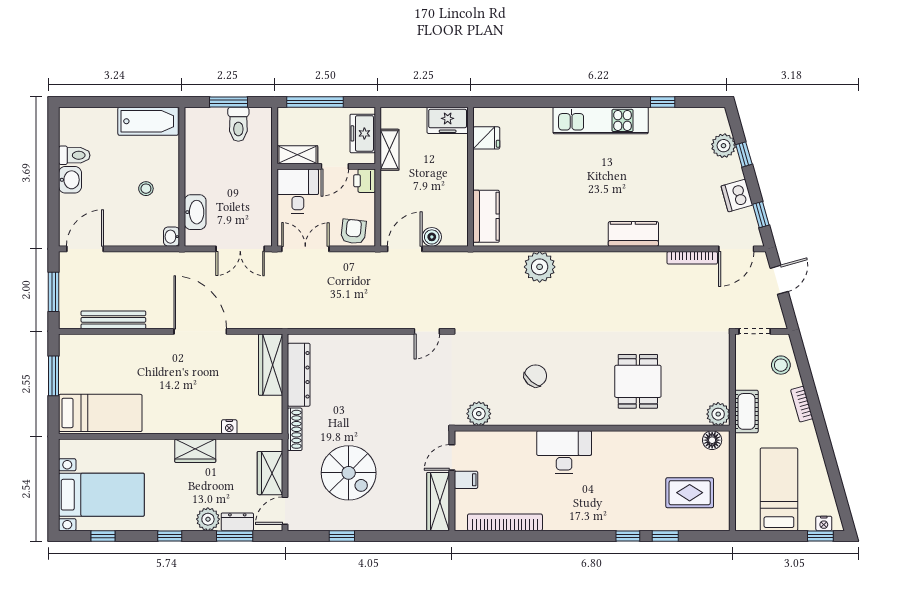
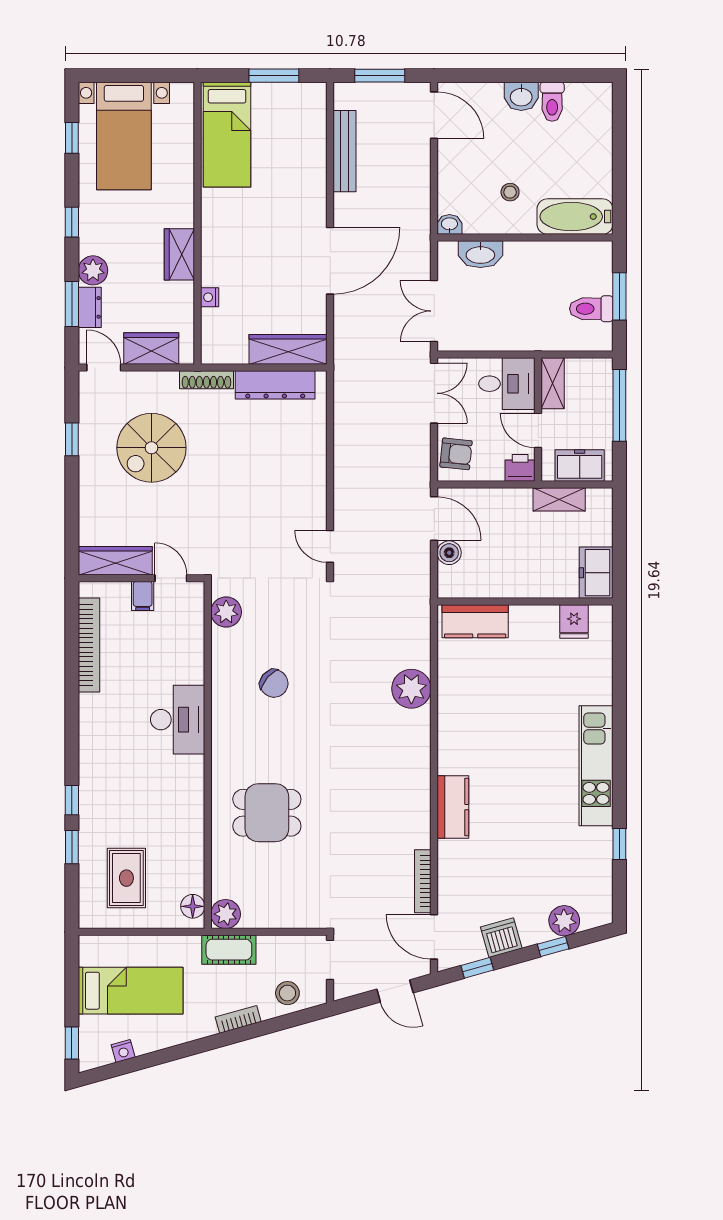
bathtub: (148, 121) -> (575, 217), moved, turned 90
nightstand: (824, 523) -> (123, 1051), moved, turned -106

